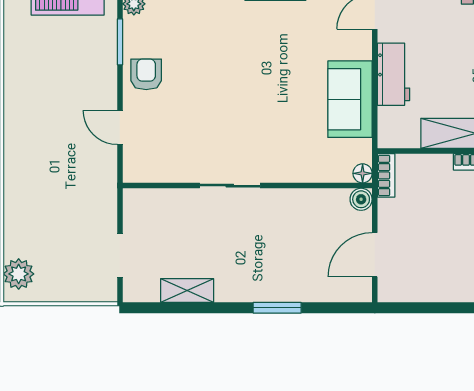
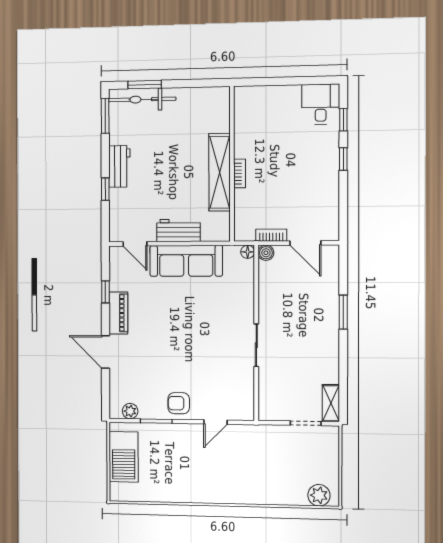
sofa: (350, 99) -> (186, 261), width x1.36
bookcase: (386, 175) -> (271, 235), moved
shelving: (187, 290) -> (331, 403), moved

